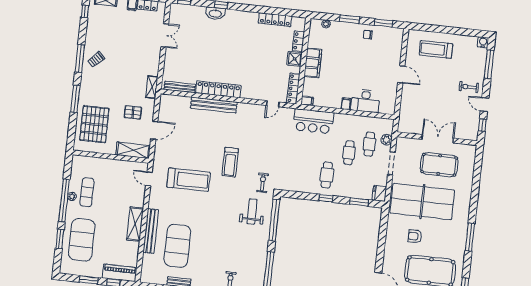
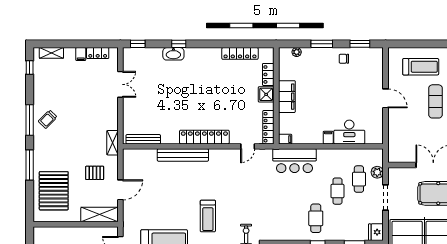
treadmill: (436, 49) -> (421, 67), turned 180
exercise mat: (446, 82) -> (436, 101), added
locker: (218, 89) -> (204, 137), moved

